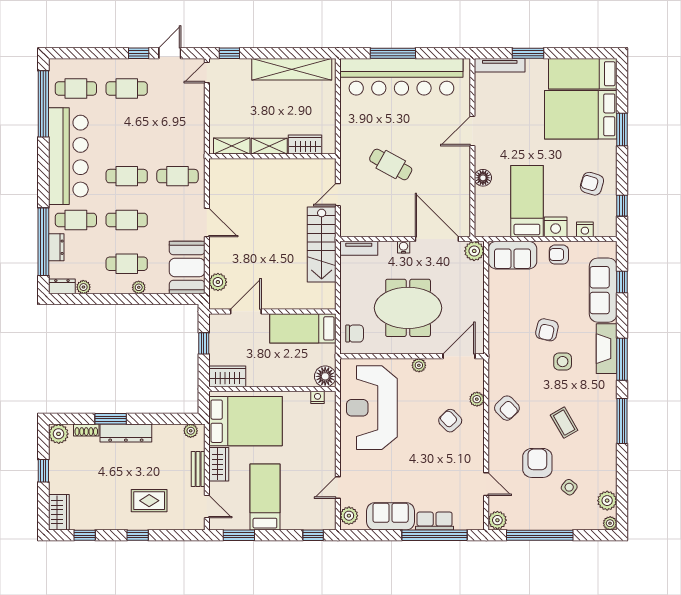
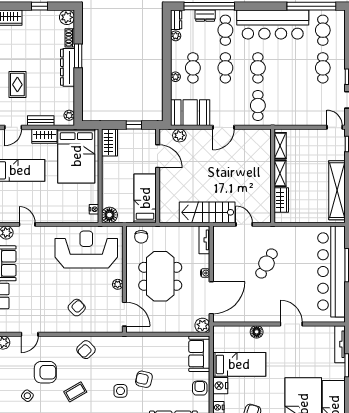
plant: (477, 399) -> (93, 327), removed

